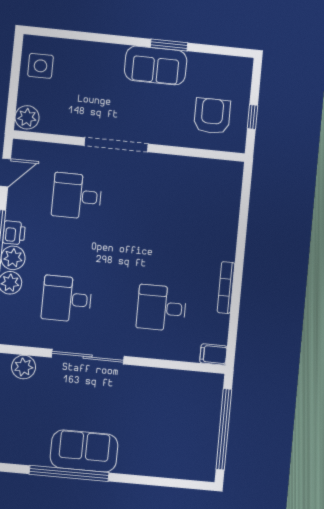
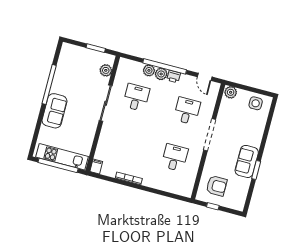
desk: (161, 308) -> (175, 158), moved
kitchen unit: (206, 424) -> (62, 157), added
sofa: (84, 451) -> (55, 111), moved

